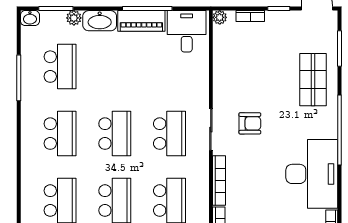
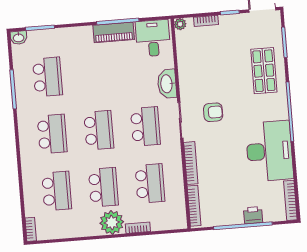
plant: (74, 18) -> (56, 35), removed
washbasin: (100, 21) -> (167, 84), moved, turned 90

